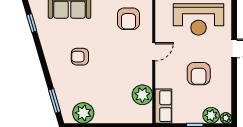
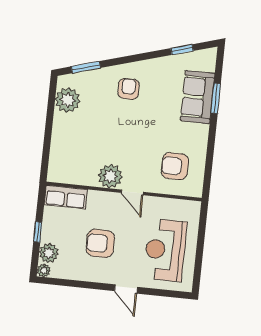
armchair: (80, 57) -> (129, 89), moved
plant: (142, 95) -> (110, 176), moved

